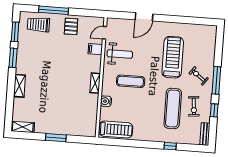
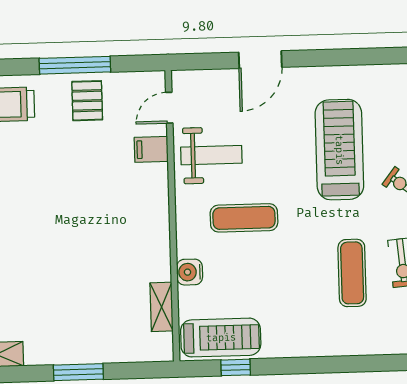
window: (54, 10) -> (75, 65), moved
shelving: (95, 83) -> (162, 307), moved
exercise mat: (173, 109) -> (352, 273), width x0.73, depth x0.69
window: (170, 146) -> (236, 367), moved

